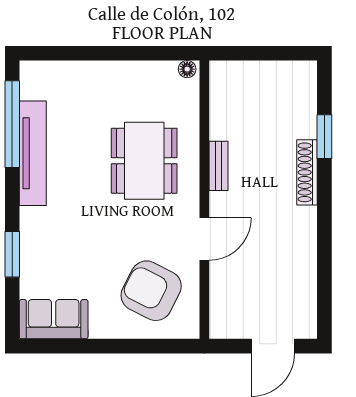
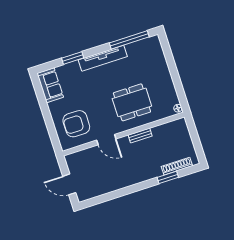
tv unit: (33, 153) -> (103, 58), moved
shoe rack: (307, 172) -> (177, 166), moved
armchair: (151, 291) -> (76, 124), turned -117

